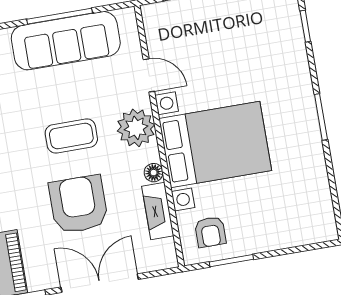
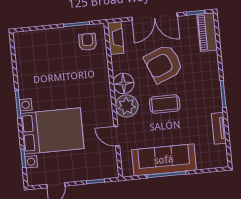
bed with nightstands: (215, 144) -> (52, 131), moved, turned 180
floor lamp: (154, 173) -> (124, 83), width x1.89, depth x1.89
armchair: (78, 204) -> (164, 64), turned 68
fireplace: (158, 211) -> (116, 38), moved

